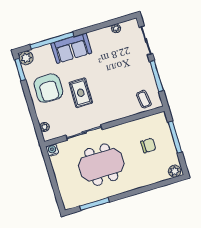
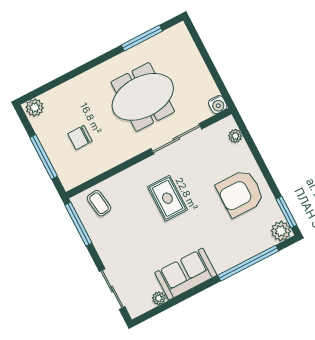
sofa: (71, 48) -> (186, 274), moved
window: (157, 76) -> (78, 224), moved
armchair: (48, 88) -> (240, 193), turned -90
rug: (81, 93) -> (167, 198), moved

